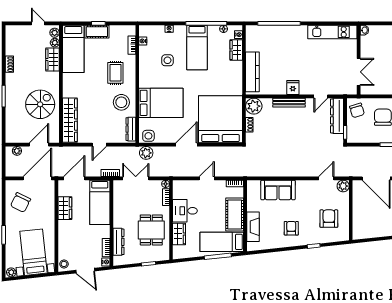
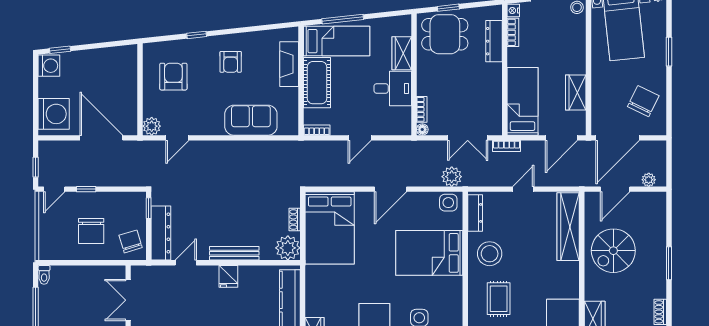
bed: (221, 119) -> (330, 228), width x0.73
armchair: (329, 219) -> (173, 77), turned 180
dining table: (151, 230) -> (445, 34), moved, turned 90

